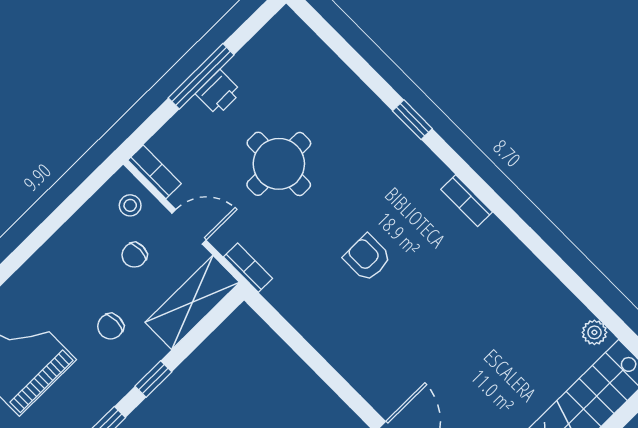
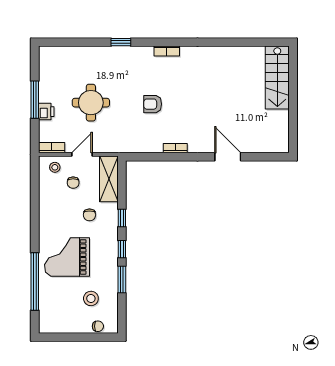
printer: (219, 93) -> (46, 112), moved
bookcase: (248, 268) -> (175, 148), moved
plant: (594, 332) -> (255, 52), removed

